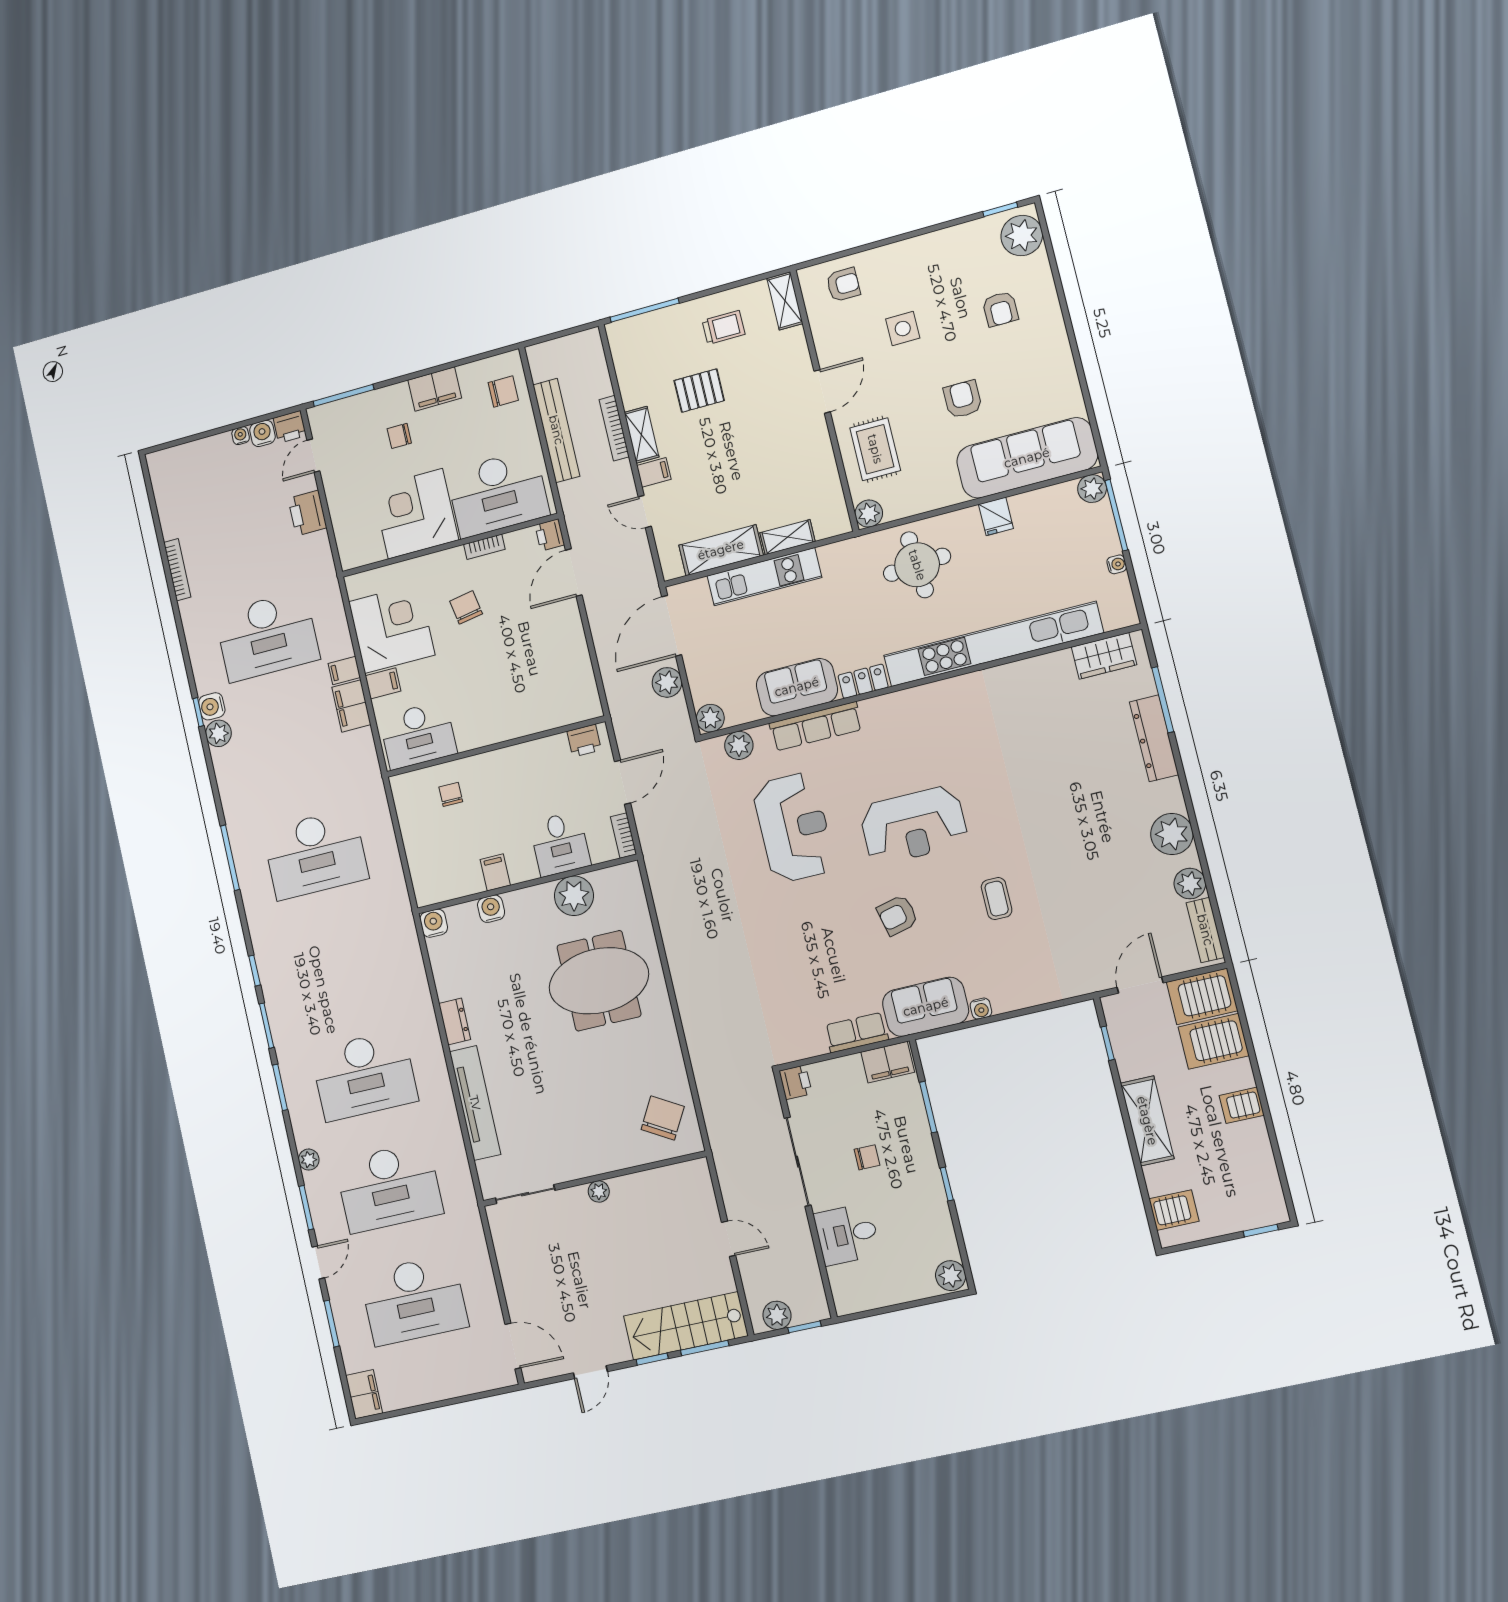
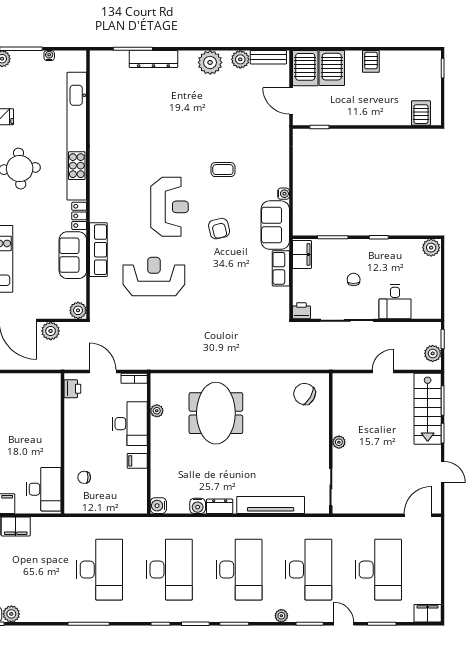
wardrobe: (1104, 656) -> (100, 75), removed
plant: (739, 745) -> (98, 297), removed
desk: (560, 844) -> (130, 424), width x1.37
plant: (574, 896) -> (157, 411), width x0.53, depth x0.53
water cooler: (491, 909) -> (198, 506), moved, turned -90
desk: (340, 964) -> (169, 570), added
shelving: (1147, 1121) -> (368, 116), removed

